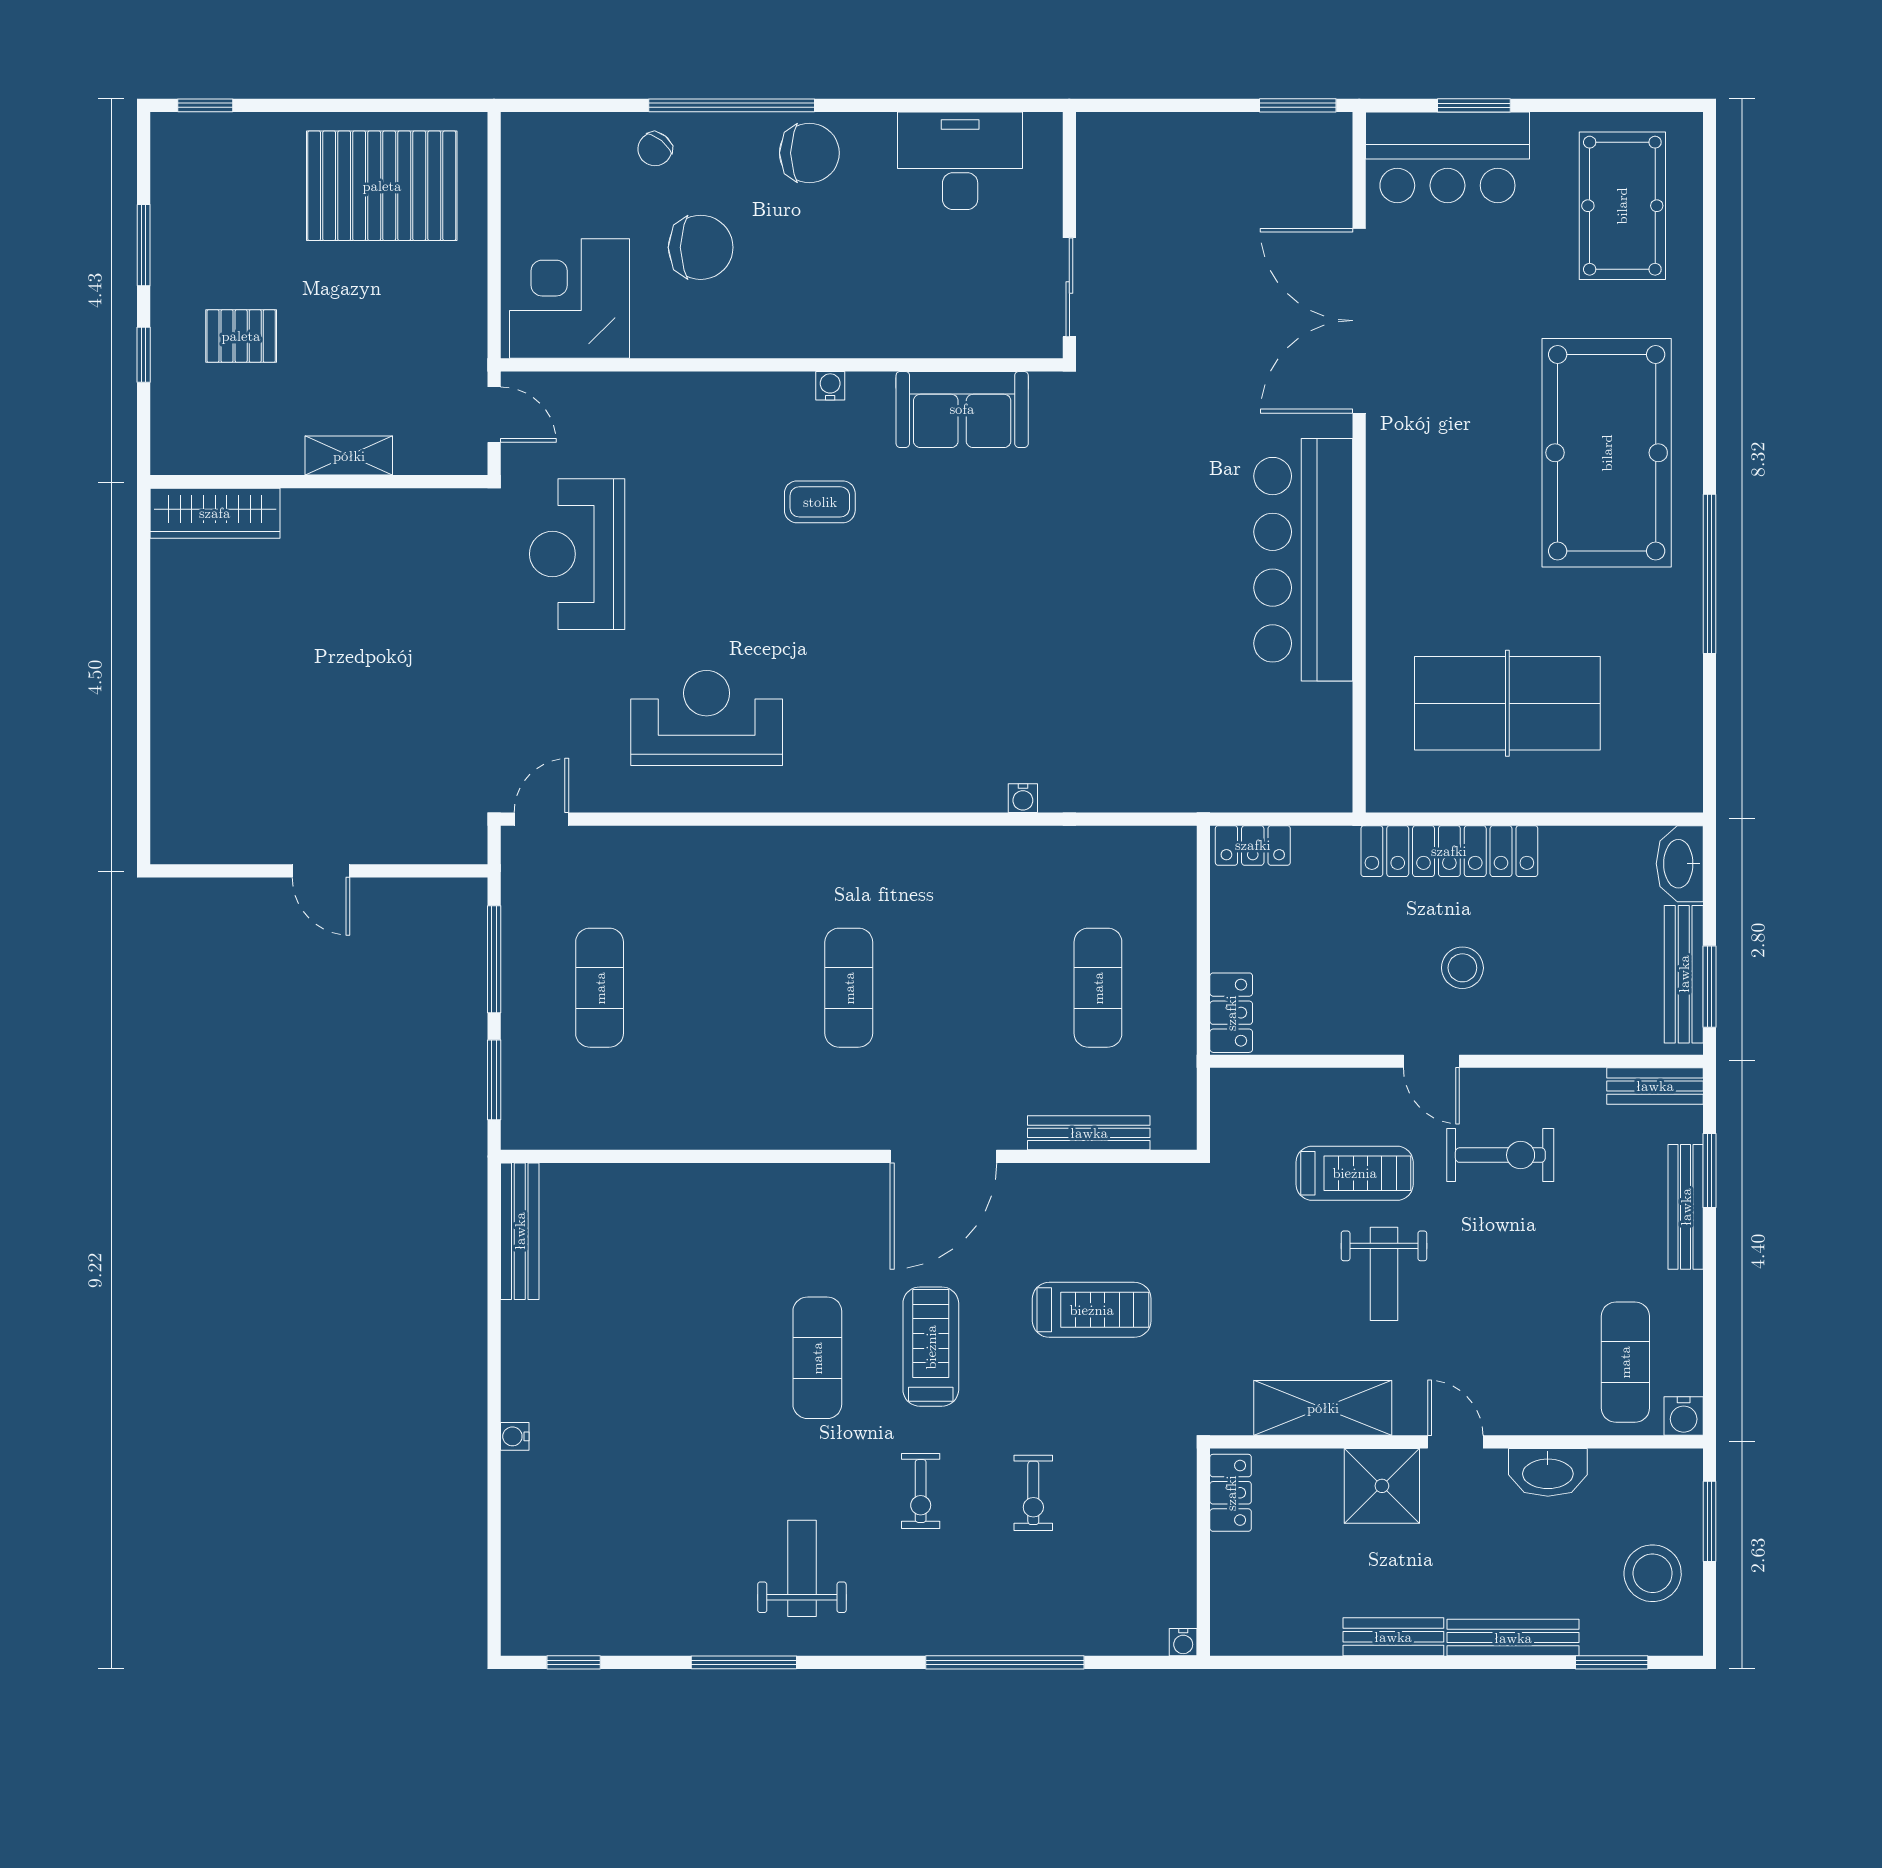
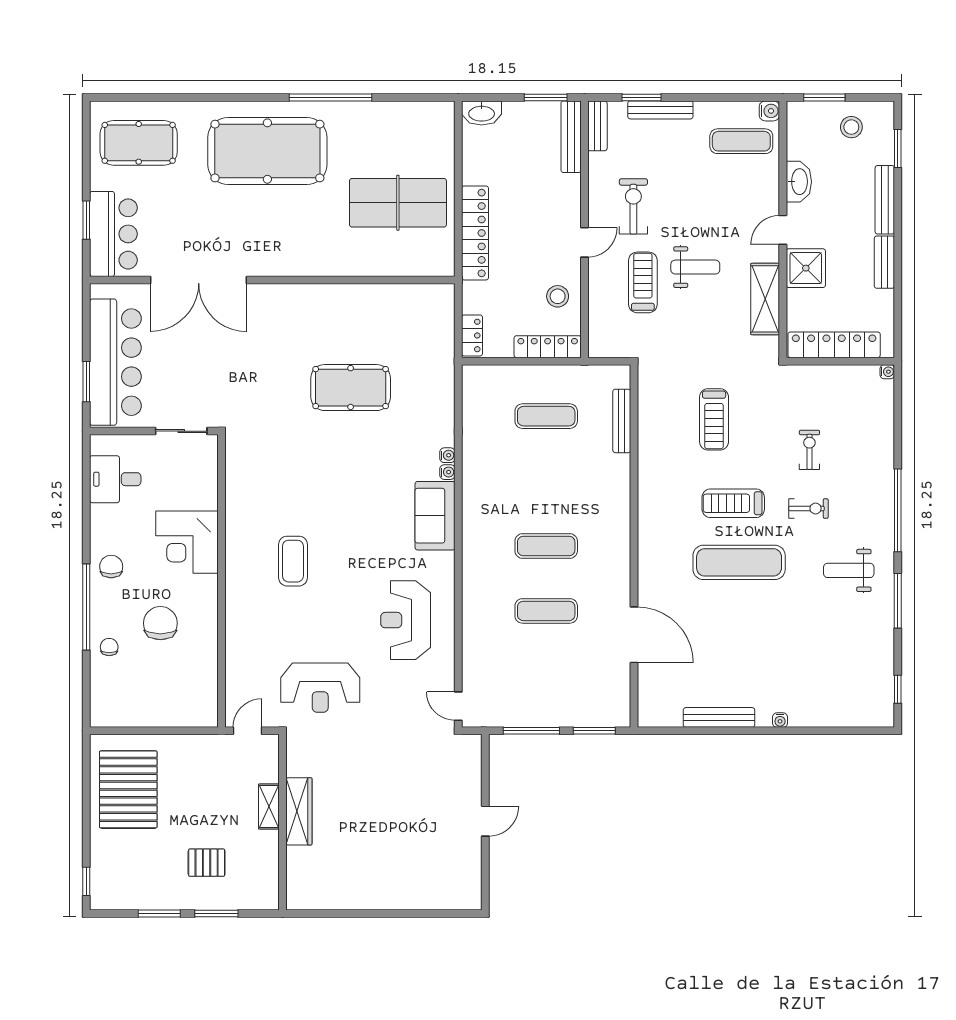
window: (1298, 105) -> (86, 382), moved
chair: (655, 149) -> (109, 647), turned -129
chair: (809, 153) -> (111, 567), width x0.73, depth x0.73
desk: (960, 161) -> (115, 479), width x0.73
corner desk: (569, 298) -> (187, 542), moved
pallet: (241, 336) -> (207, 863), turned 90
window: (144, 355) -> (216, 913), width x1.50
water cooler: (830, 386) -> (447, 472), moved, turned 180
sofa: (962, 409) -> (435, 516), moved, turned 180
coffee table: (820, 502) -> (293, 561), width x1.36, depth x1.30
wardrobe: (215, 513) -> (299, 811), moved
bar counter: (1303, 560) -> (115, 362), moved, turned -90
pool table: (1153, 612) -> (351, 388), added
table tennis table: (1507, 703) -> (398, 203), turned 90
stool: (1462, 968) -> (558, 296), moved
bench: (1684, 974) -> (571, 137), moved, turned 90
exercise mat: (600, 988) -> (546, 611), moved
locker: (1231, 1013) -> (548, 347), width x1.53
door: (943, 1156) -> (634, 635), moved
bench: (520, 1231) -> (719, 717), moved
treadmill: (1092, 1310) -> (714, 419), turned 180
exercise mat: (817, 1358) -> (739, 562), width x1.36, depth x1.45
exercise bike: (1033, 1493) -> (809, 450), turned -90
locker: (1231, 1493) -> (834, 345), width x2.16, depth x1.21
stool: (1653, 1573) -> (851, 127), width x0.73, depth x0.73
window: (1005, 1662) -> (898, 510), moved

